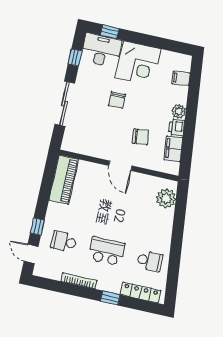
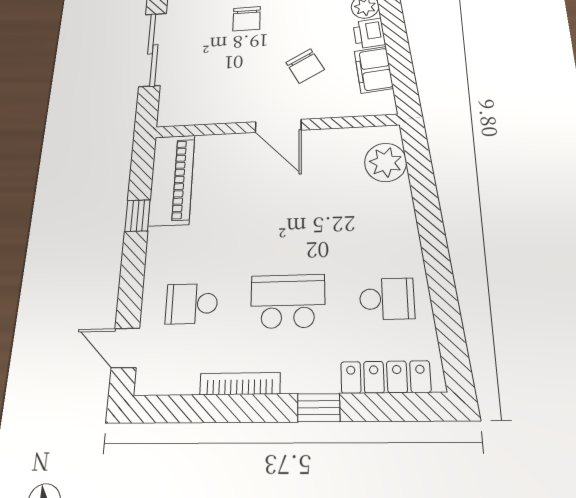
chair: (141, 137) -> (305, 66), turned 68
window: (37, 226) -> (138, 216), moved

